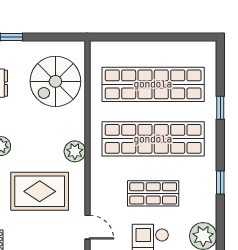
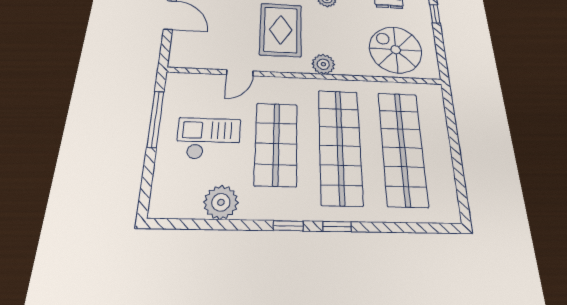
window: (220, 108) -> (337, 227), moved
shop shelf: (153, 193) -> (276, 144), width x1.43, depth x1.36

